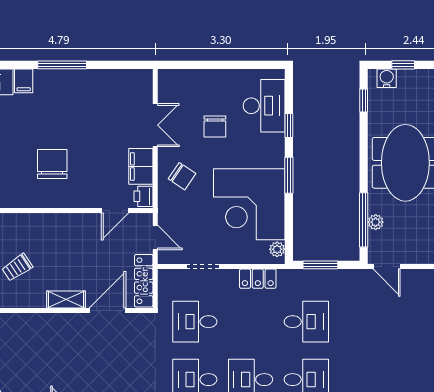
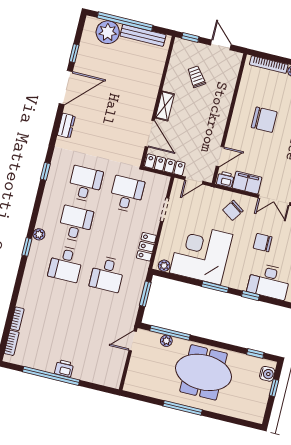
door: (115, 211) -> (220, 157), swing flipped

